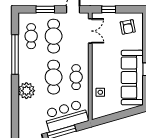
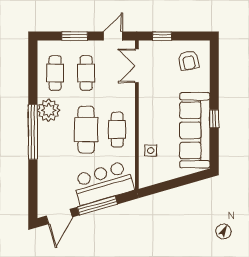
double door: (90, 31) -> (137, 66), swing flipped
cafe table: (54, 36) -> (86, 73), width x0.73, depth x0.74
window: (15, 55) -> (33, 132), moved
plant: (26, 91) -> (49, 110), moved

